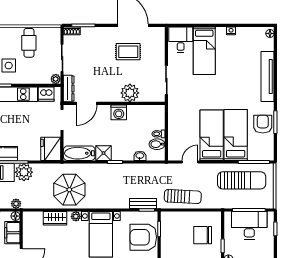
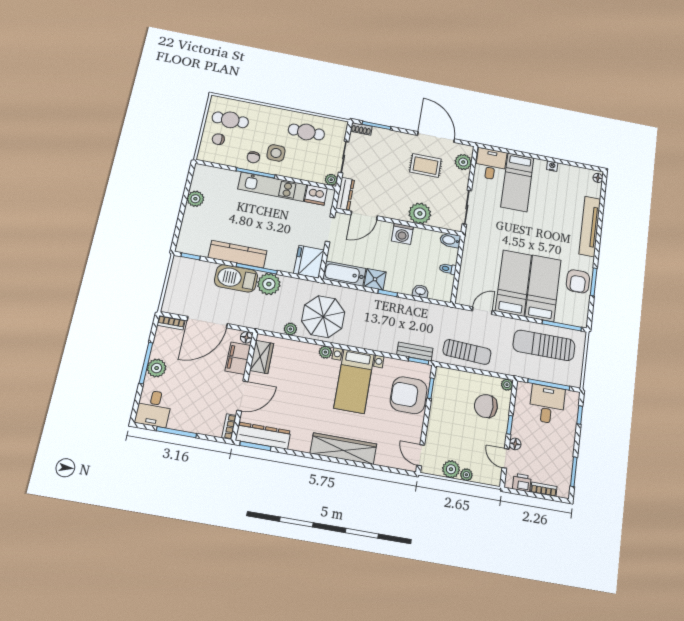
plant: (158, 42) -> (463, 162), added
cafe table: (29, 43) -> (306, 132), turned 90
armchair: (263, 124) -> (578, 281), turned 180
bidet: (157, 144) -> (450, 240), moved
sun lounger: (242, 180) -> (544, 345), turned 180
plant: (16, 204) -> (290, 329), moved
plant: (217, 216) -> (507, 385), added
wardrobe: (55, 218) -> (262, 357), moved, turned -90
desk: (249, 225) -> (547, 404), width x0.73

